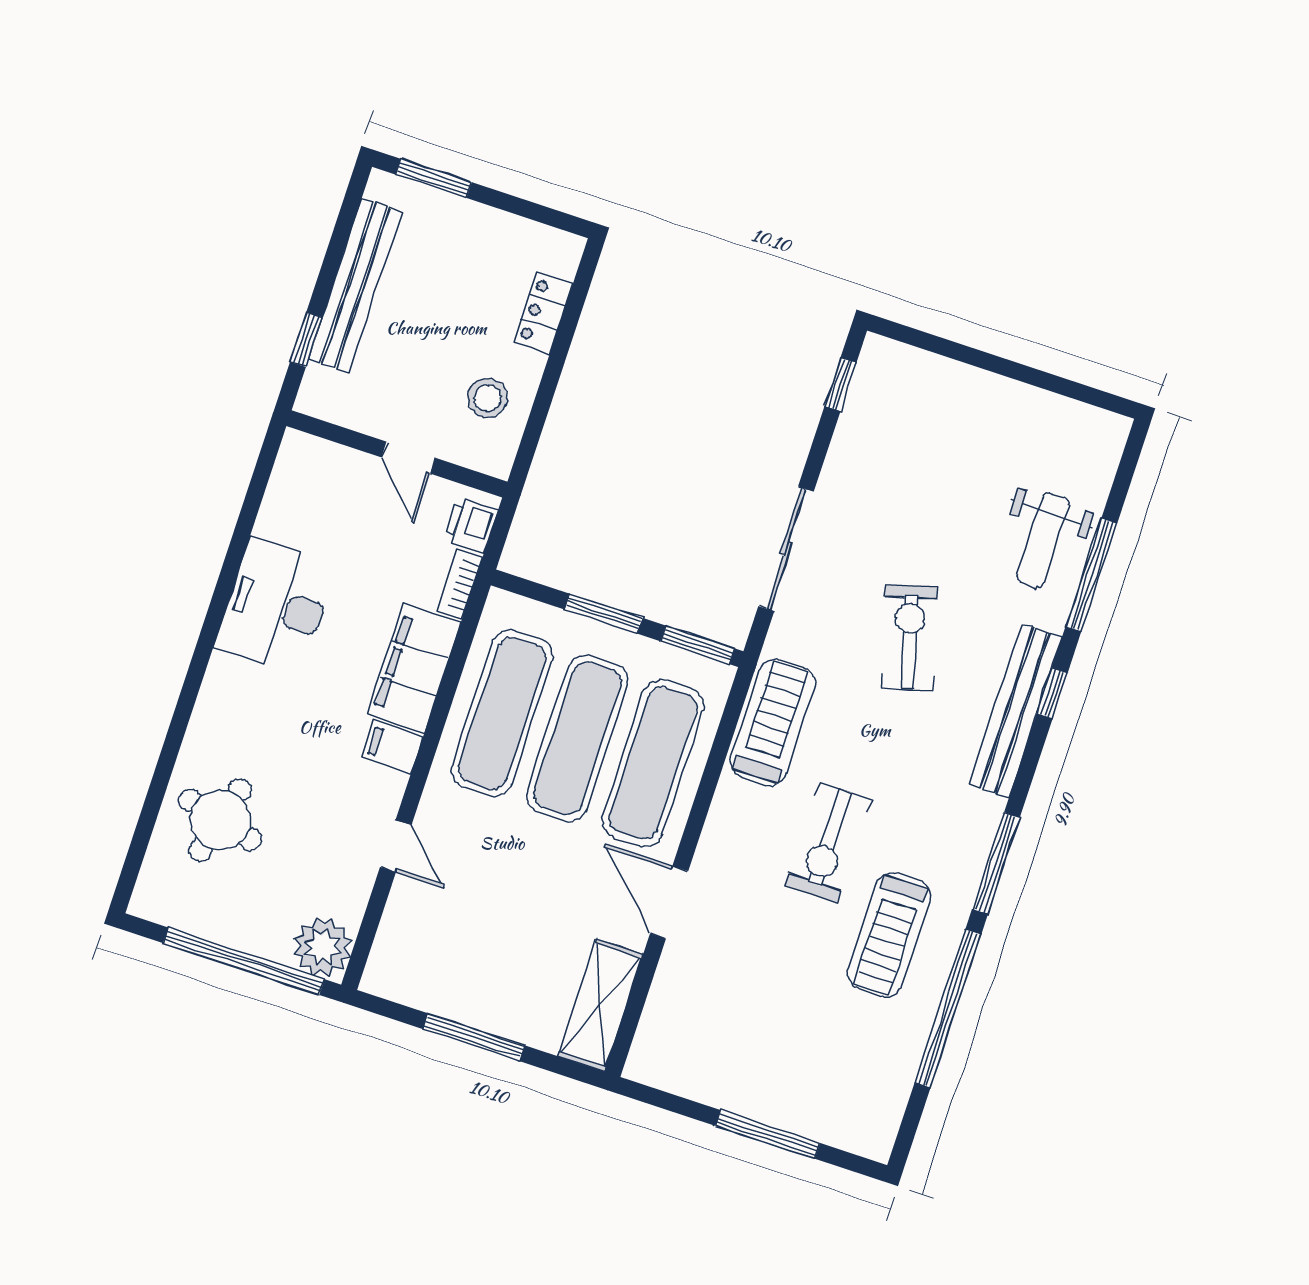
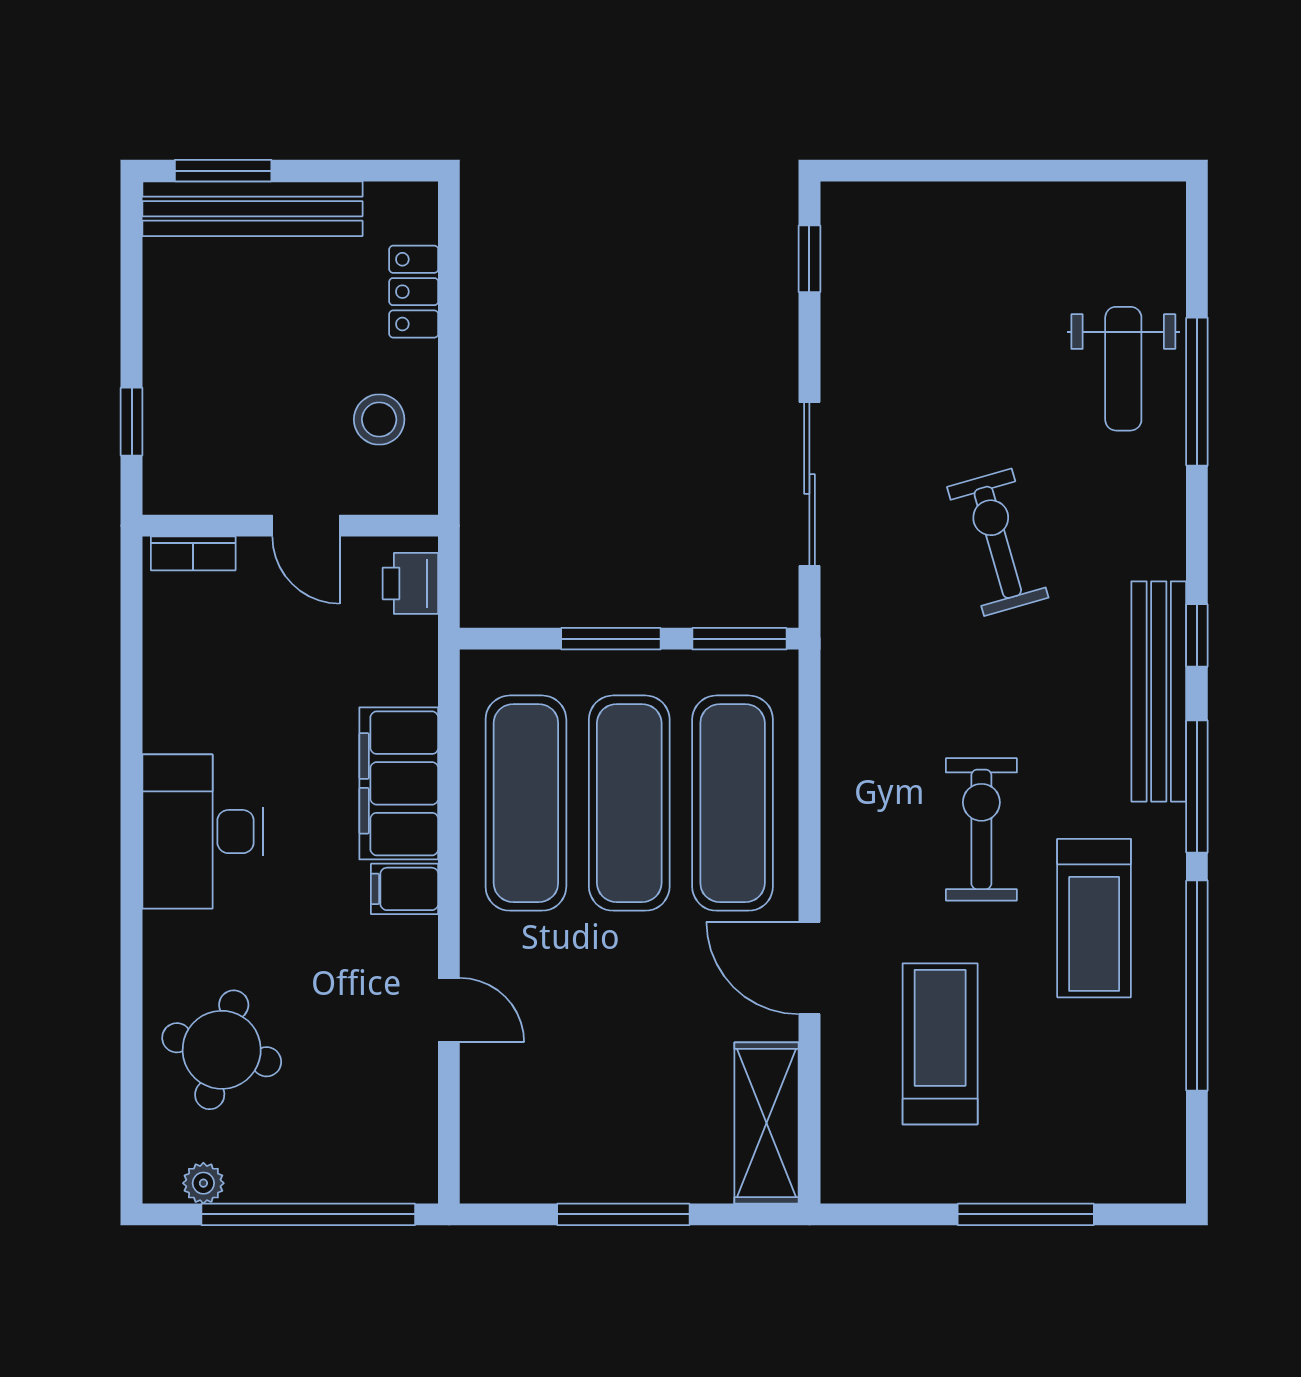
bench: (355, 285) -> (252, 209), moved, turned 90
bookcase: (460, 584) -> (193, 553), moved, turned -90
desk: (276, 606) -> (203, 832), moved
window: (1052, 693) -> (1197, 635), moved
bench: (1015, 711) -> (1159, 691), moved
treadmill: (773, 722) -> (940, 1044), moved
exercise bike: (828, 843) -> (981, 829), turned 180
plant: (322, 947) -> (203, 1183), moved, width x0.53, depth x0.53

